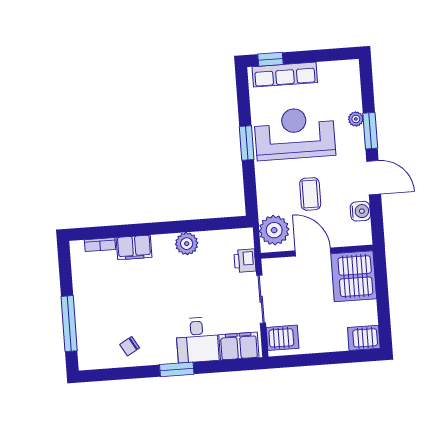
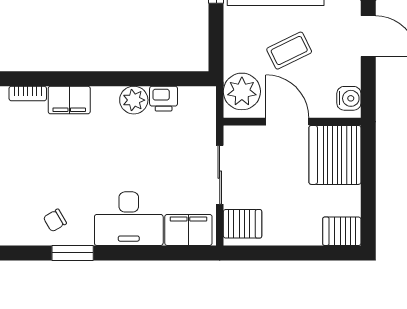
coffee table: (310, 194) -> (289, 51), turned 64
water cooler: (360, 211) -> (349, 98), moved
printer: (245, 261) -> (164, 99), moved, turned -90
desk: (197, 340) -> (129, 219), width x1.37
window: (177, 369) -> (73, 253), moved

